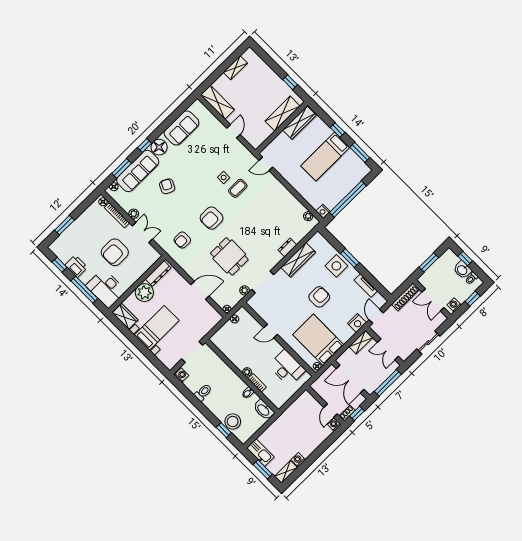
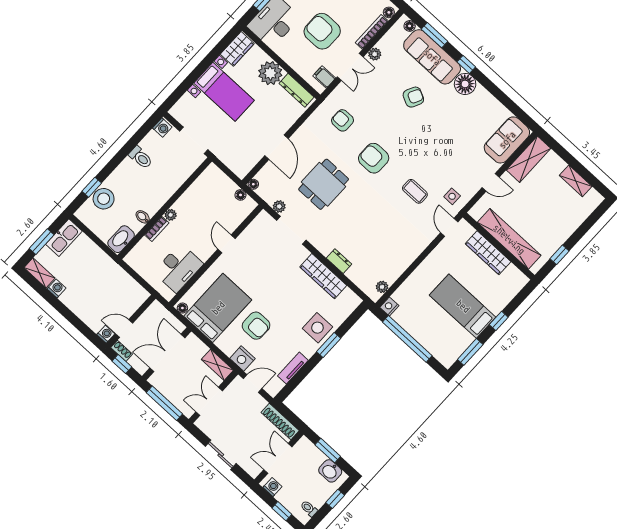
shelving: (282, 114) -> (509, 239), width x1.47
wardrobe: (299, 123) -> (488, 253), moved
sofa: (182, 128) -> (507, 140), moved, turned 90
side table: (224, 177) -> (452, 196), moved
filing cabinet: (149, 252) -> (324, 77), added
washbasin: (462, 270) -> (330, 471), moved, turned -90
armchair: (319, 297) -> (256, 326), moved

